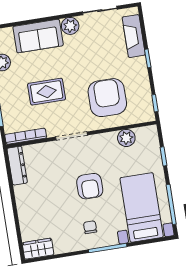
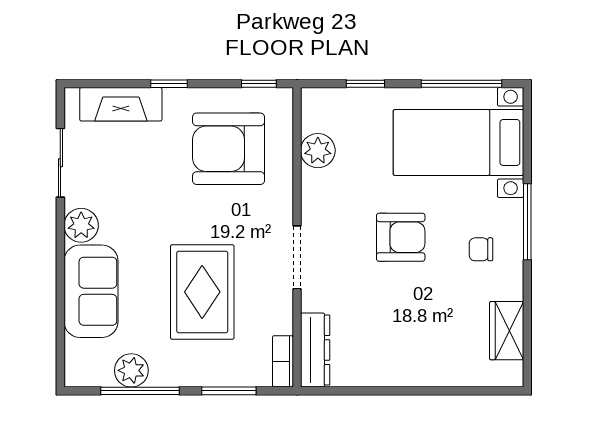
rug: (47, 92) -> (202, 292), width x1.36, depth x1.43
armchair: (107, 98) -> (229, 149), moved
bookcase: (26, 136) -> (283, 361), width x0.64
dresser: (17, 166) -> (315, 350), moved, turned 90
wardrobe: (38, 249) -> (507, 331), moved

